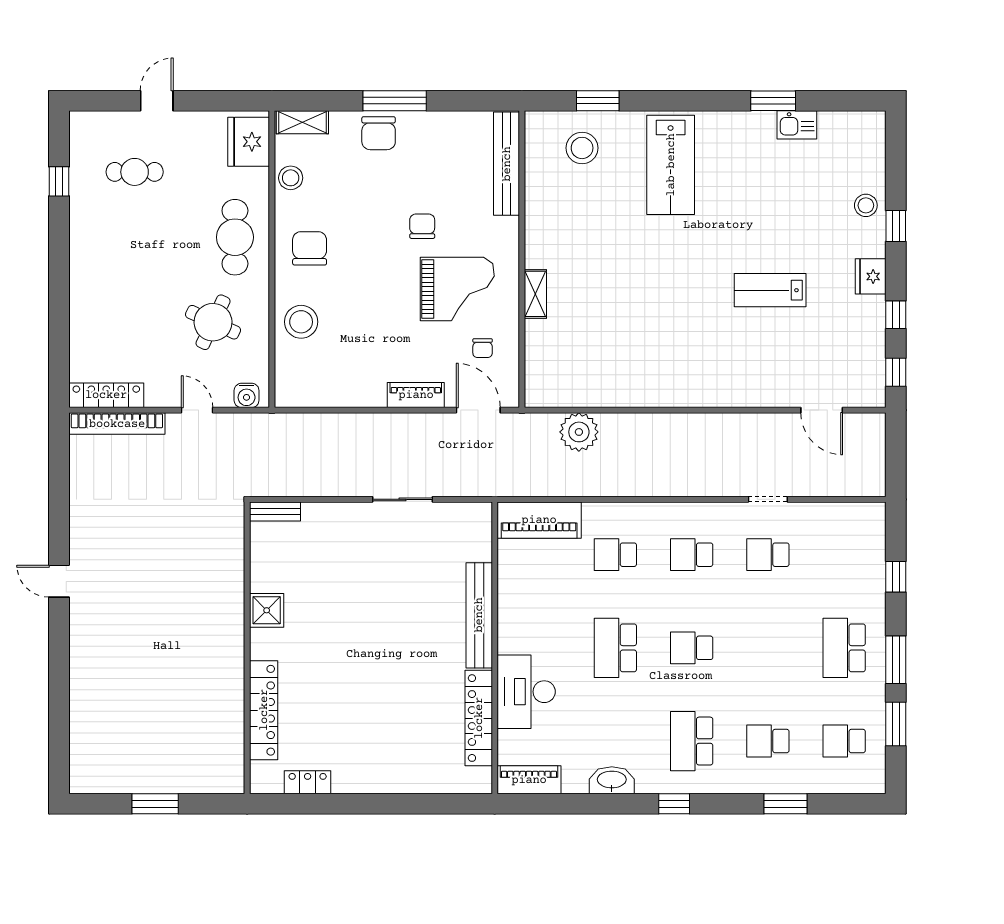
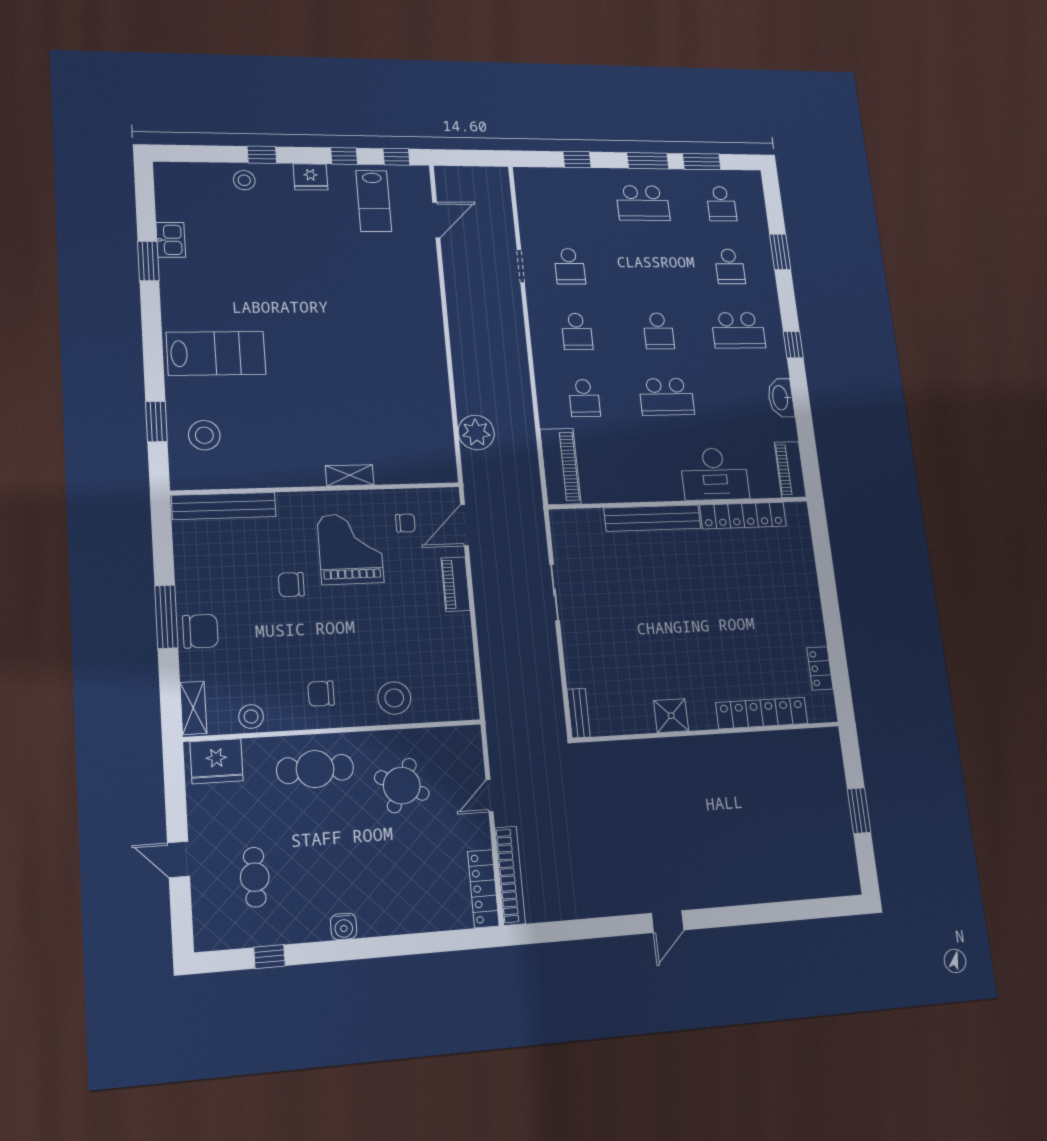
chair: (310, 248) -> (321, 694), width x0.73, depth x0.73
lab bench: (770, 290) -> (374, 201), moved
water cooler: (247, 395) -> (344, 926), moved, turned 90

